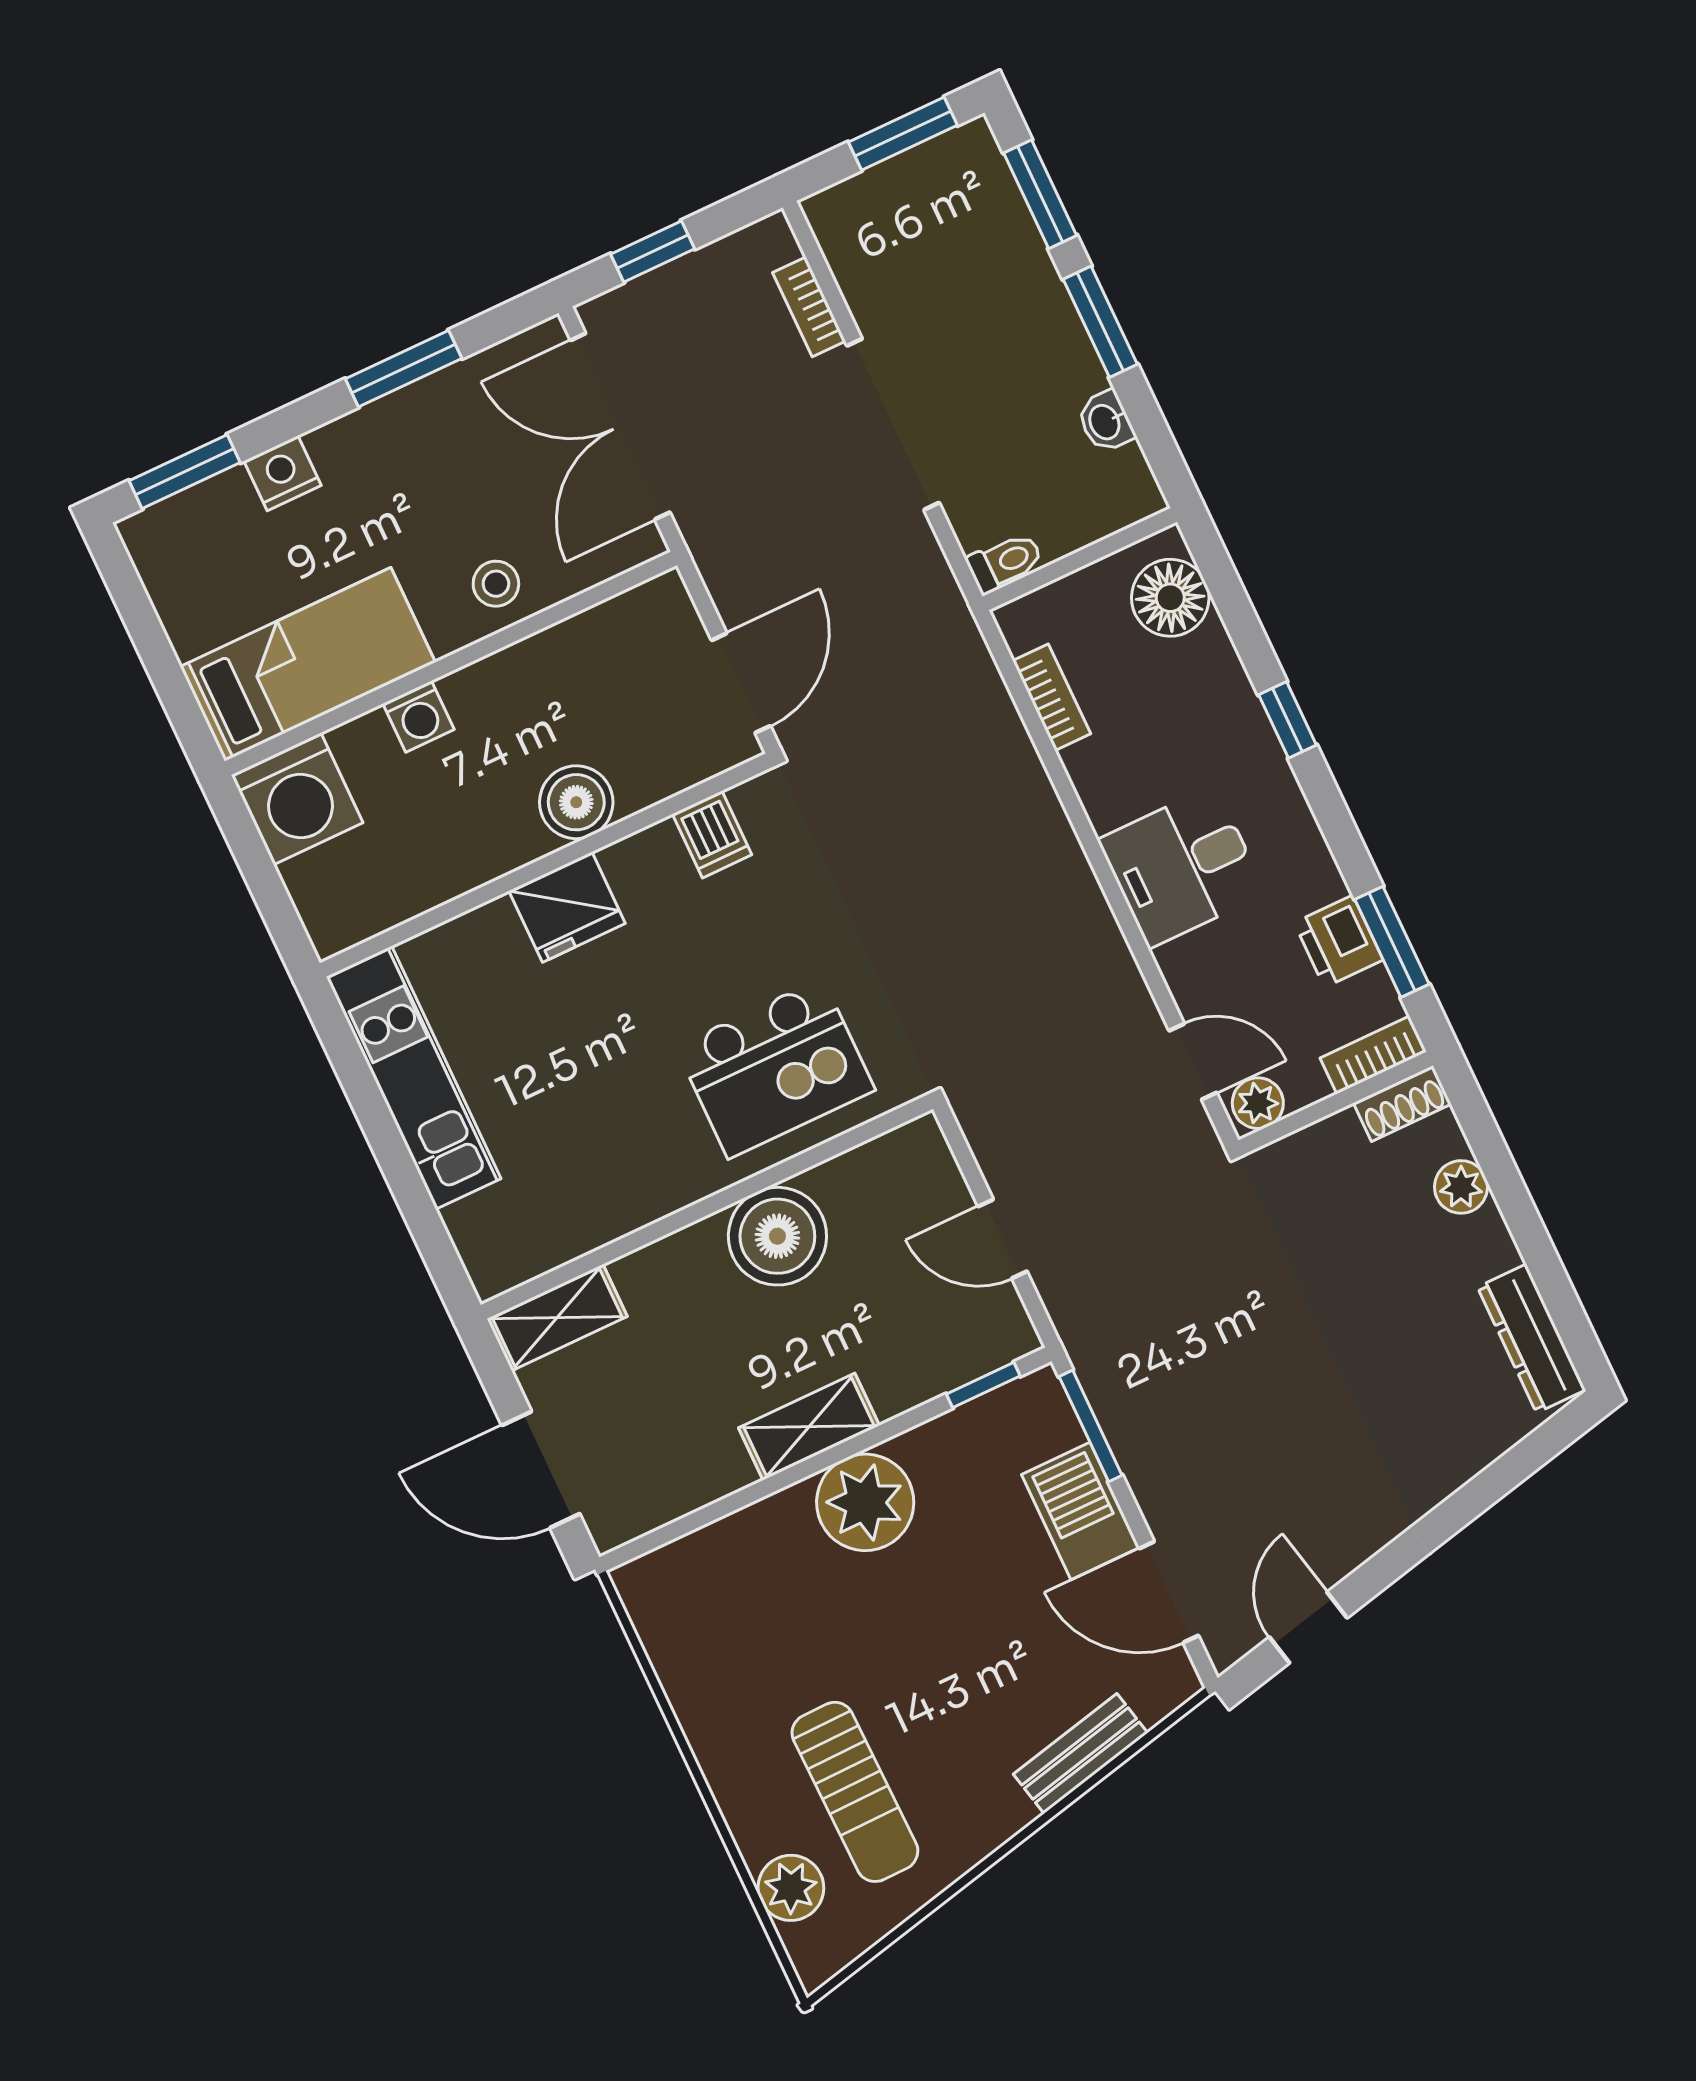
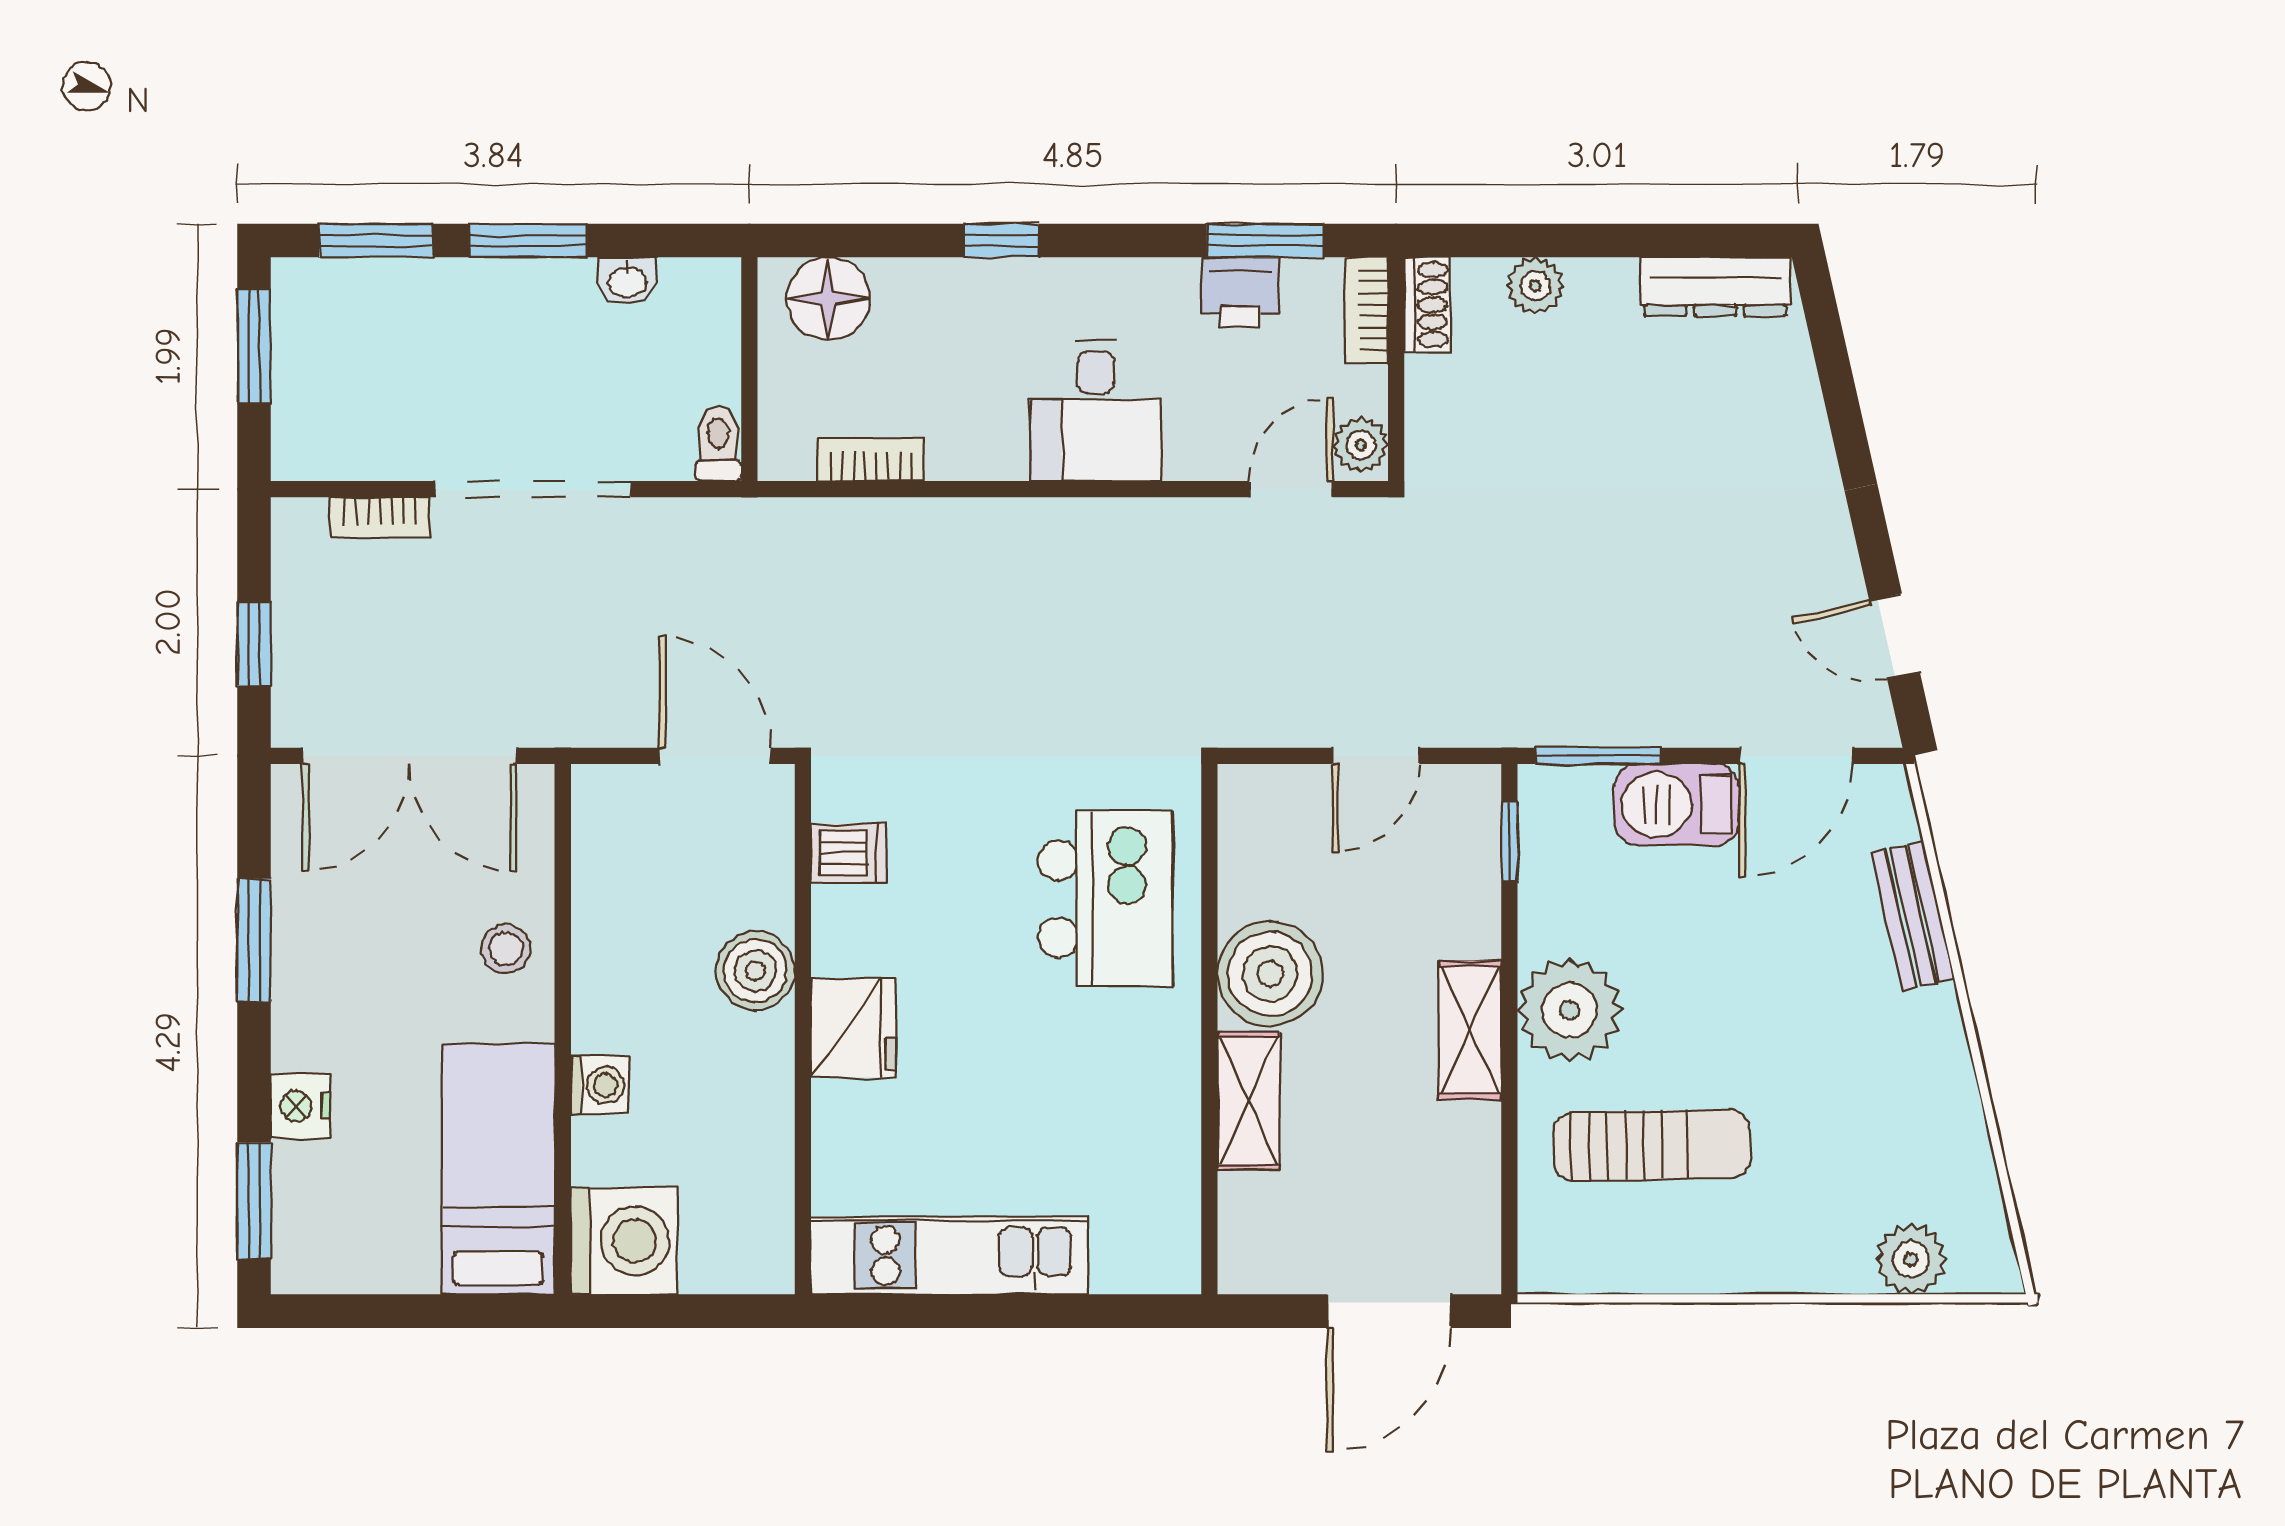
shelving: (557, 1318) -> (1248, 1101), moved
sun lounger: (855, 1792) -> (1652, 1145), moved

